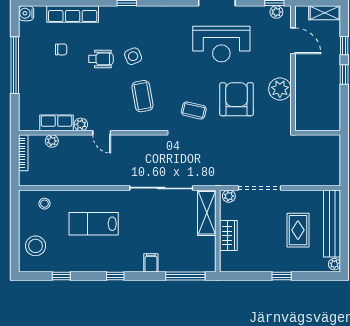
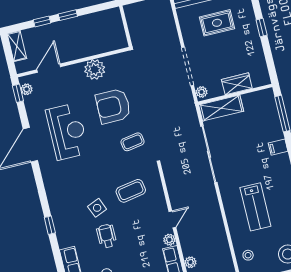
coffee table: (194, 110) -> (132, 142), turned 68

